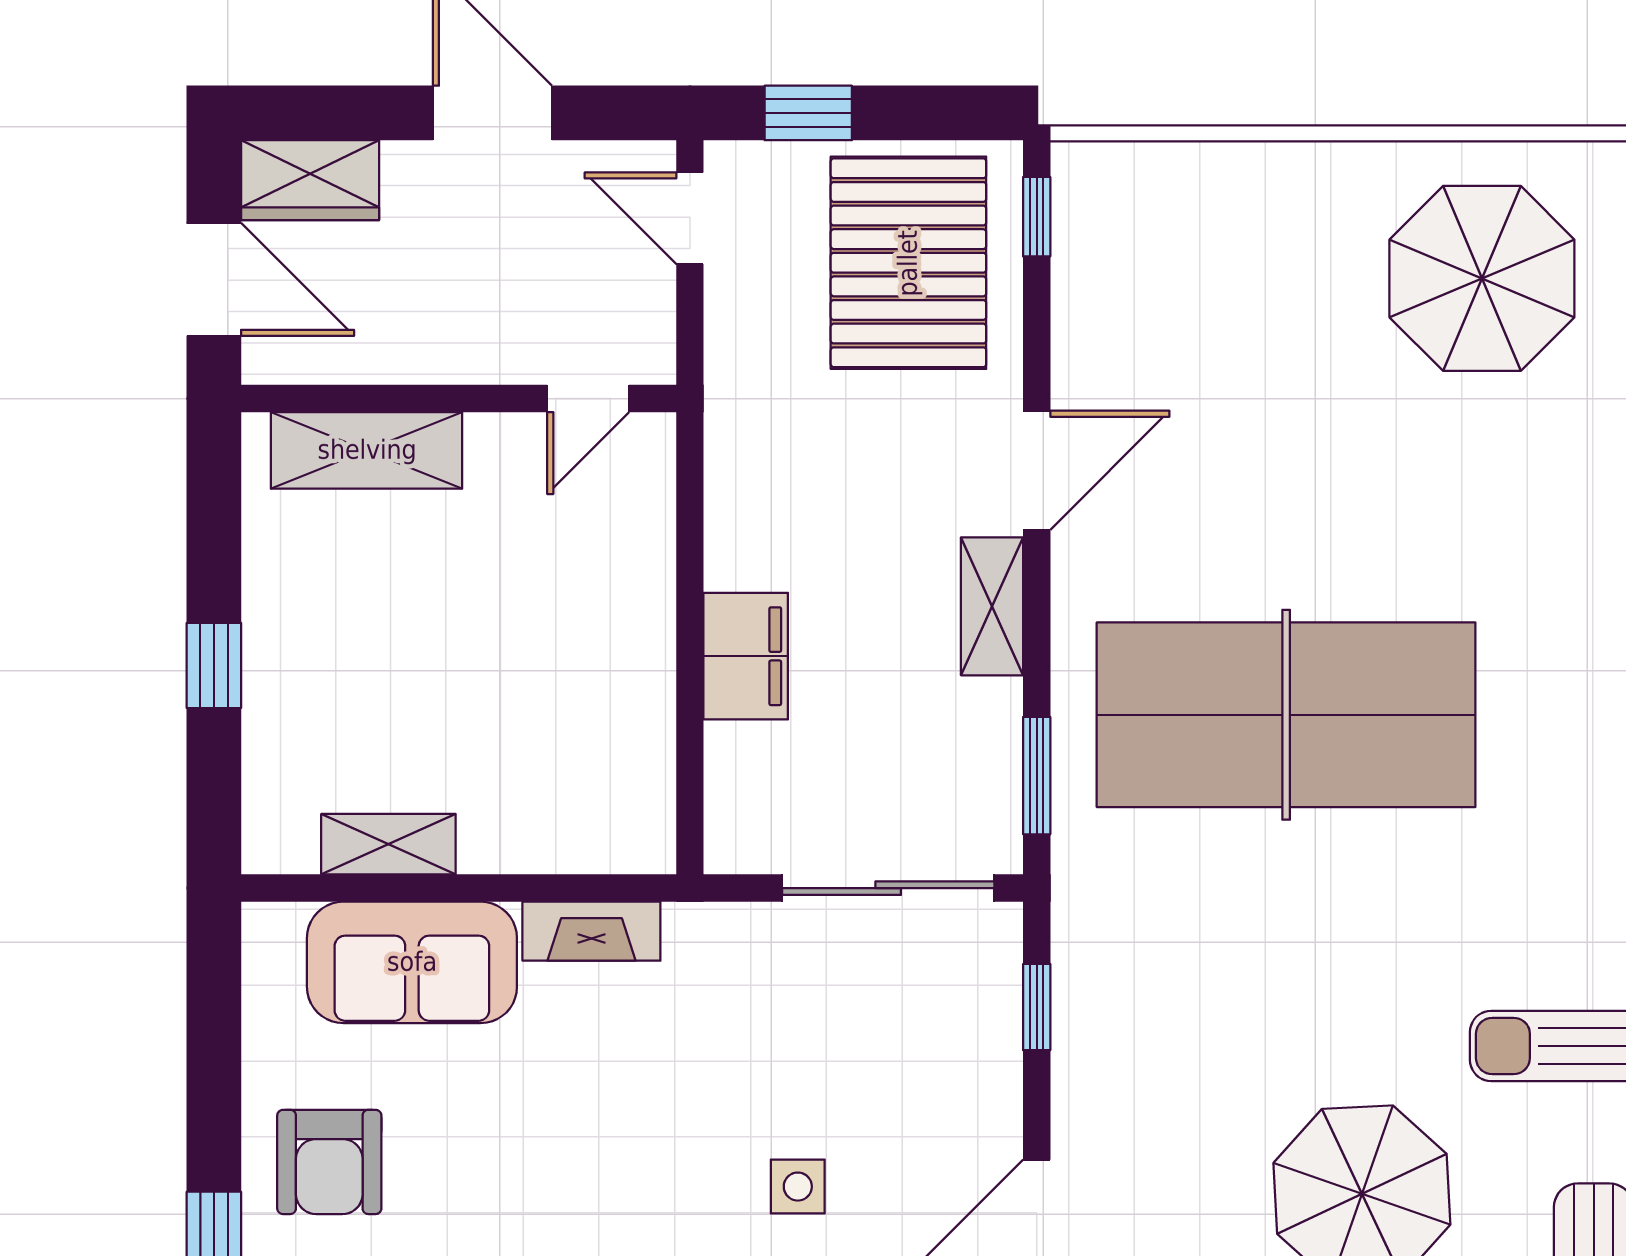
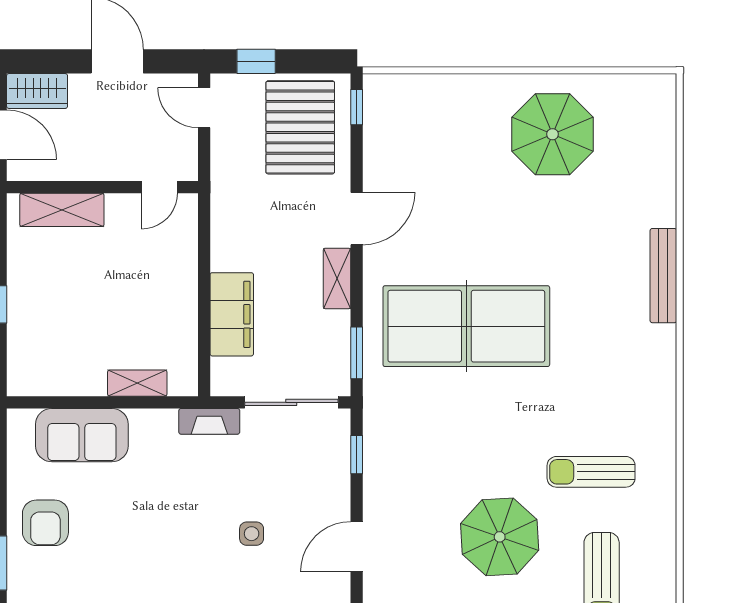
filing cabinet: (746, 656) -> (232, 314), width x1.50, depth x1.17
shelving: (388, 844) -> (137, 383), moved
fireplace: (591, 931) -> (209, 421), moved

